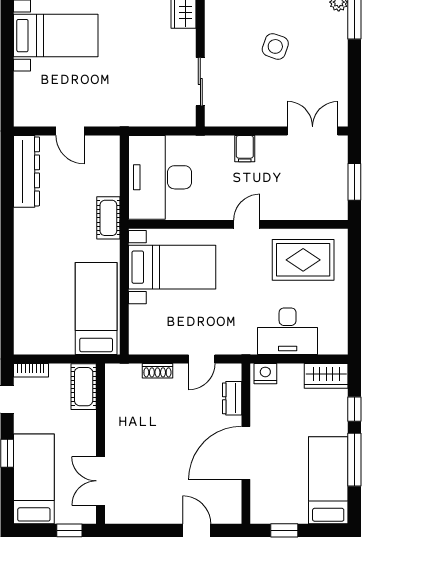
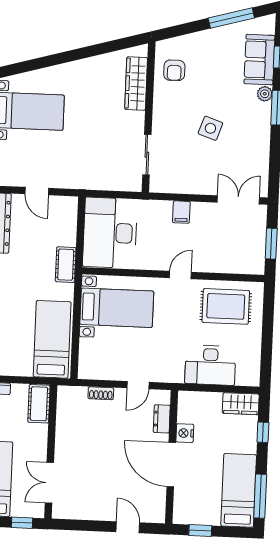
nightstand: (265, 374) -> (185, 433), moved, turned -90
door: (246, 453) -> (171, 465), hinge flipped
window: (354, 460) -> (260, 496), moved

